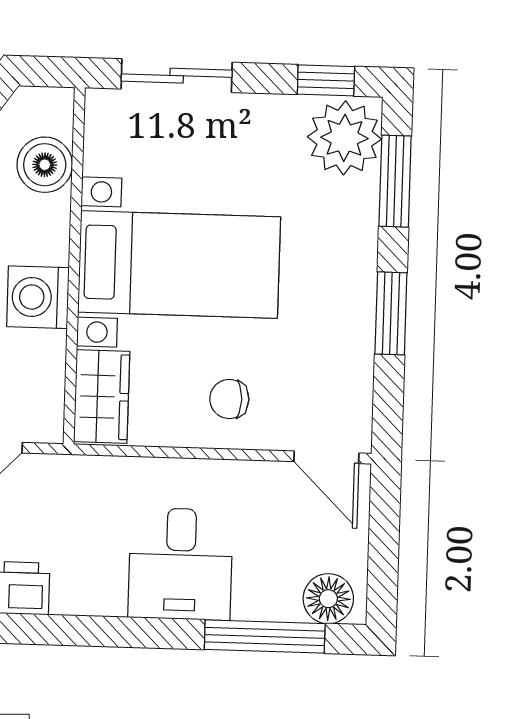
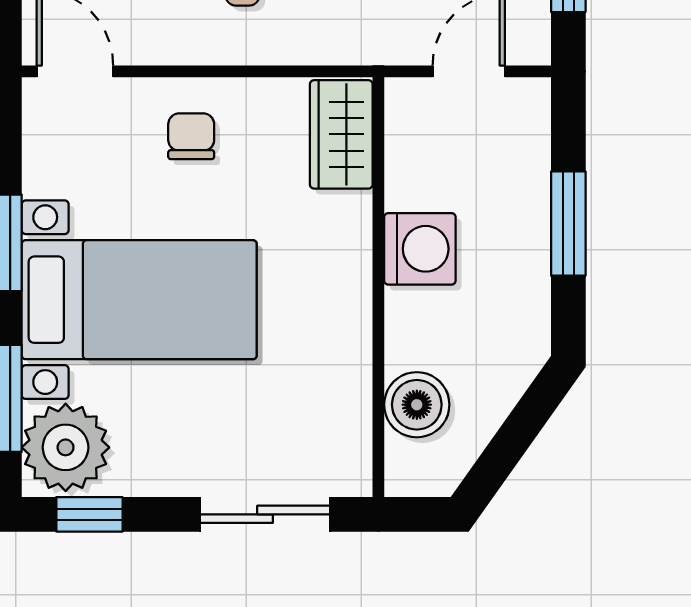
bed with nightstands: (179, 265) -> (139, 300), moved, turned 180
chair: (229, 399) -> (191, 136), turned -90

